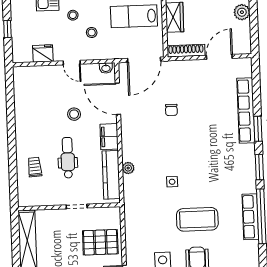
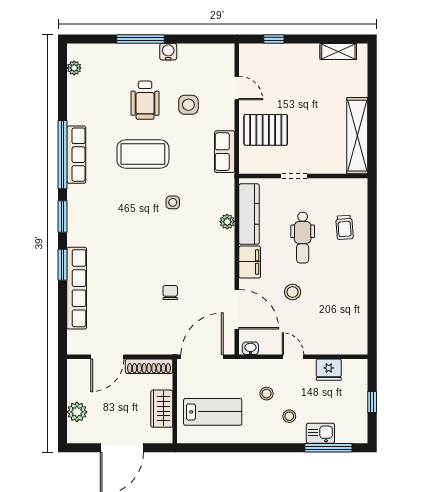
row of seats: (132, 224) -> (225, 152), added

